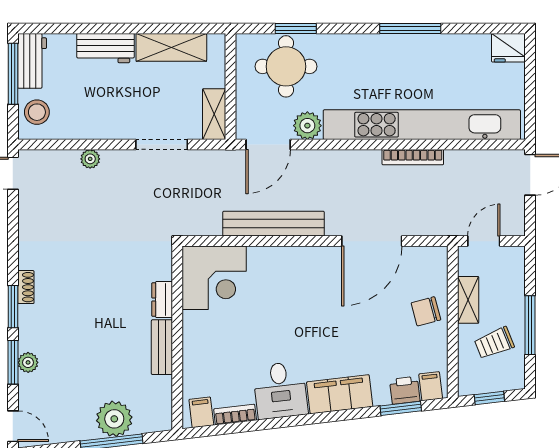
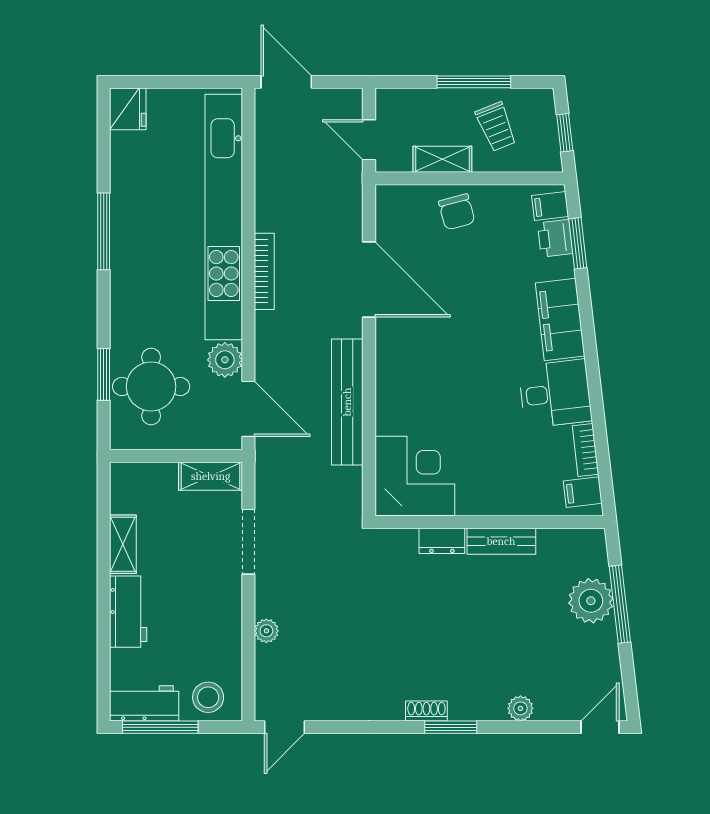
shelving: (171, 47) -> (123, 544), width x0.67, depth x0.75
bookcase: (413, 157) -> (264, 271), moved
window: (13, 362) -> (520, 727), removed

